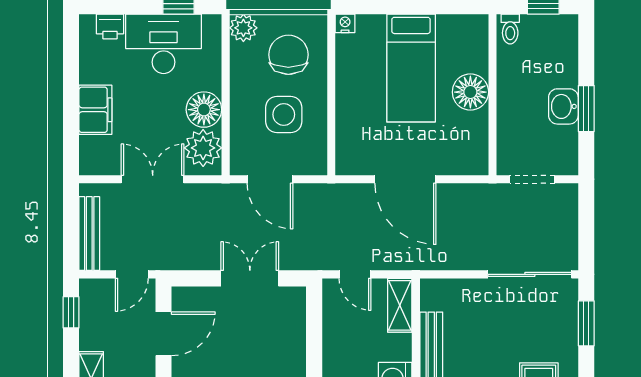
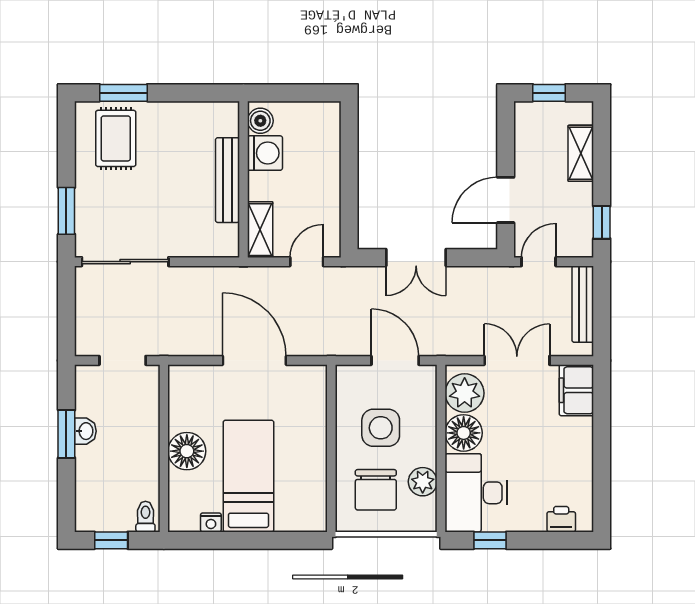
nightstand: (345, 23) -> (211, 522), moved
plant: (243, 28) -> (423, 482), moved
desk: (164, 44) -> (476, 493), moved, turned 90
washbasin: (563, 106) -> (85, 431), width x0.72, depth x0.69
filing cabinet: (95, 110) -> (576, 390), moved
double door: (153, 179) -> (517, 360), swing flipped
door: (355, 274) -> (307, 262), hinge flipped

